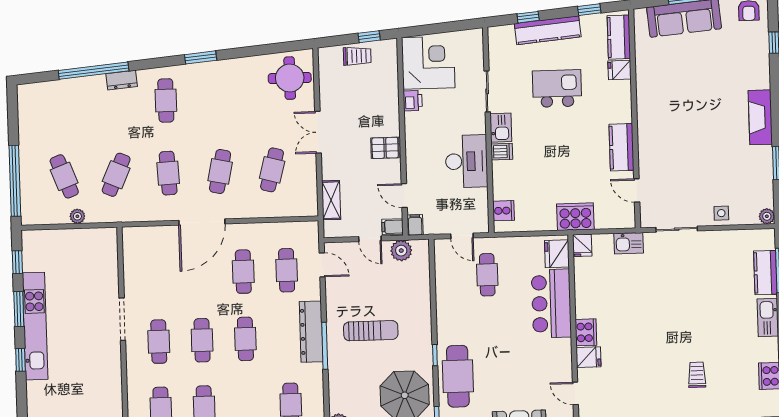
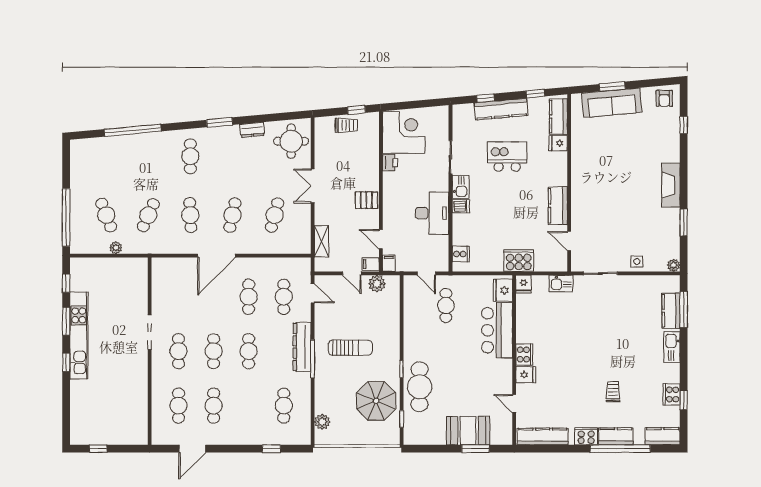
dresser: (122, 80) -> (252, 130), moved

